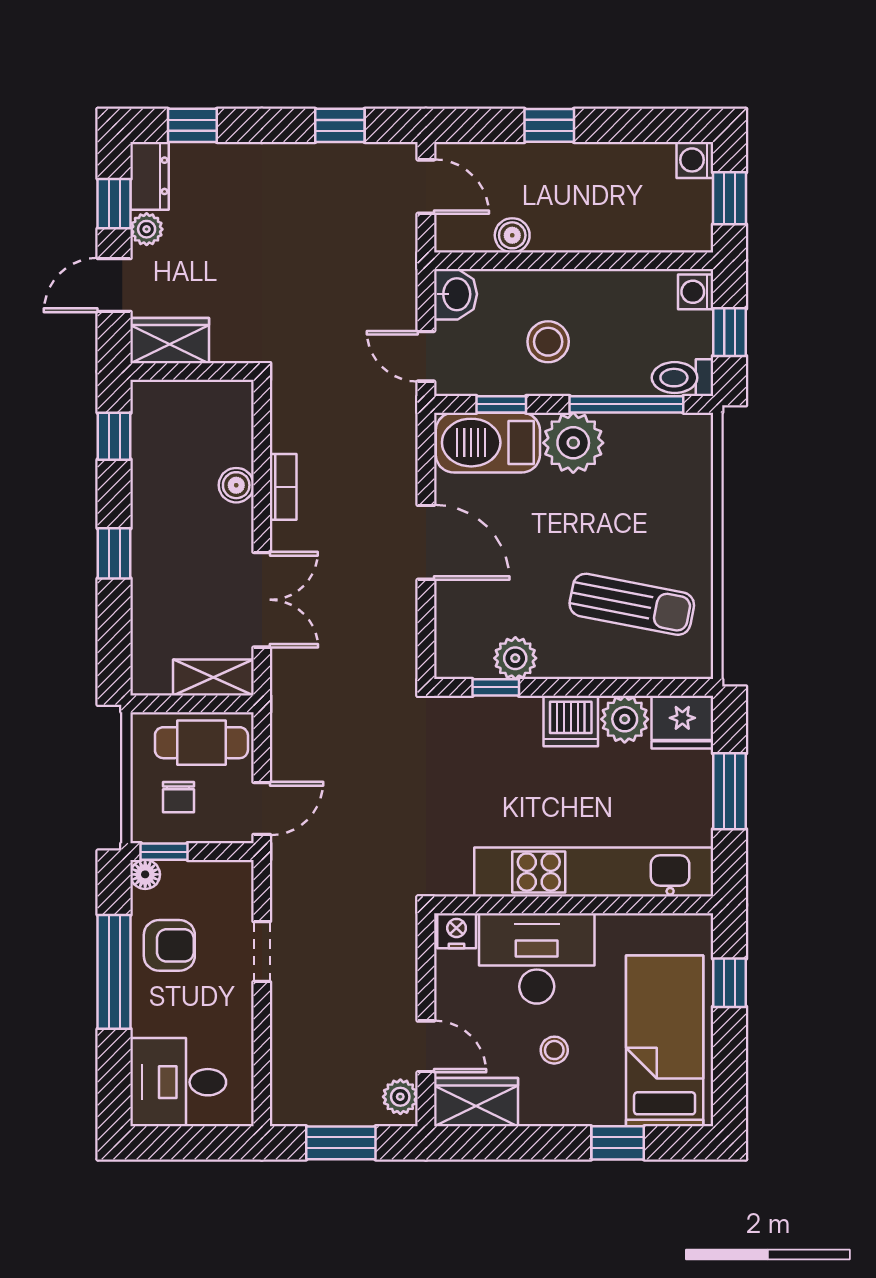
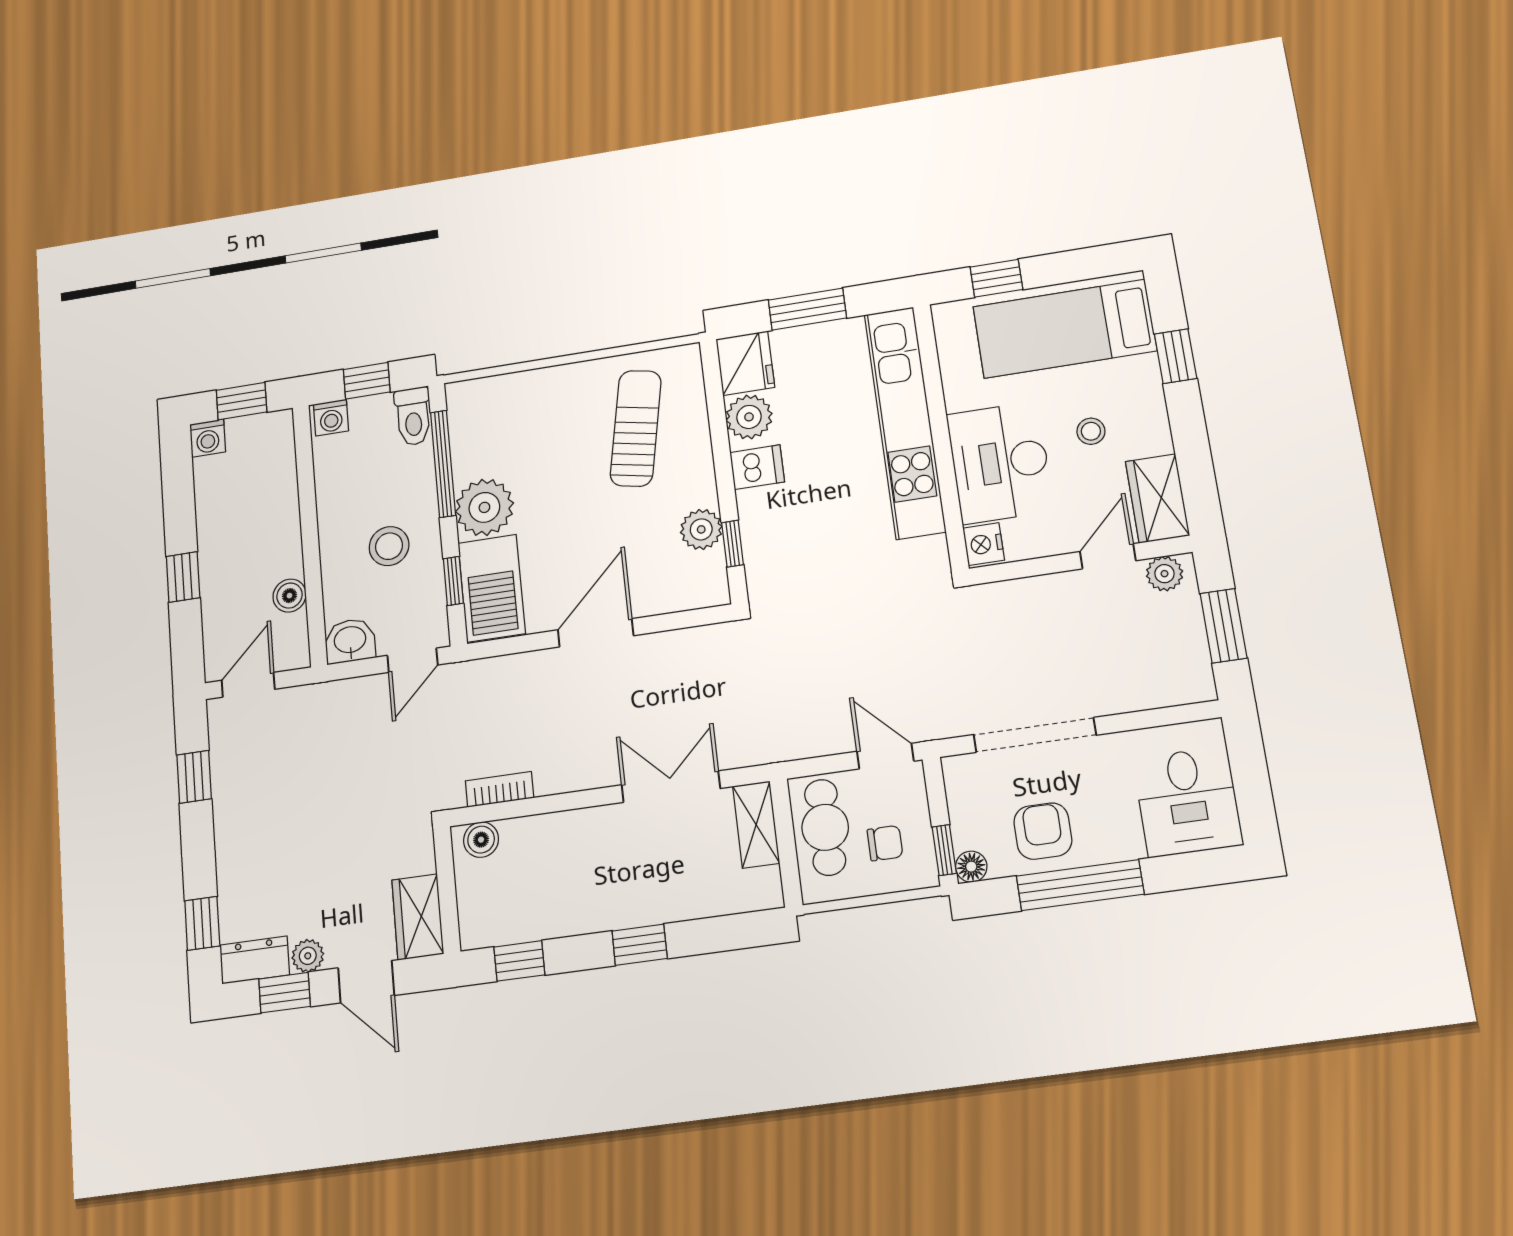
boiler: (236, 485) -> (481, 840), moved
bookcase: (283, 487) -> (500, 789), moved
dishwasher: (571, 721) -> (757, 467), width x0.73
doorway: (262, 952) -> (1035, 735), width x1.88

